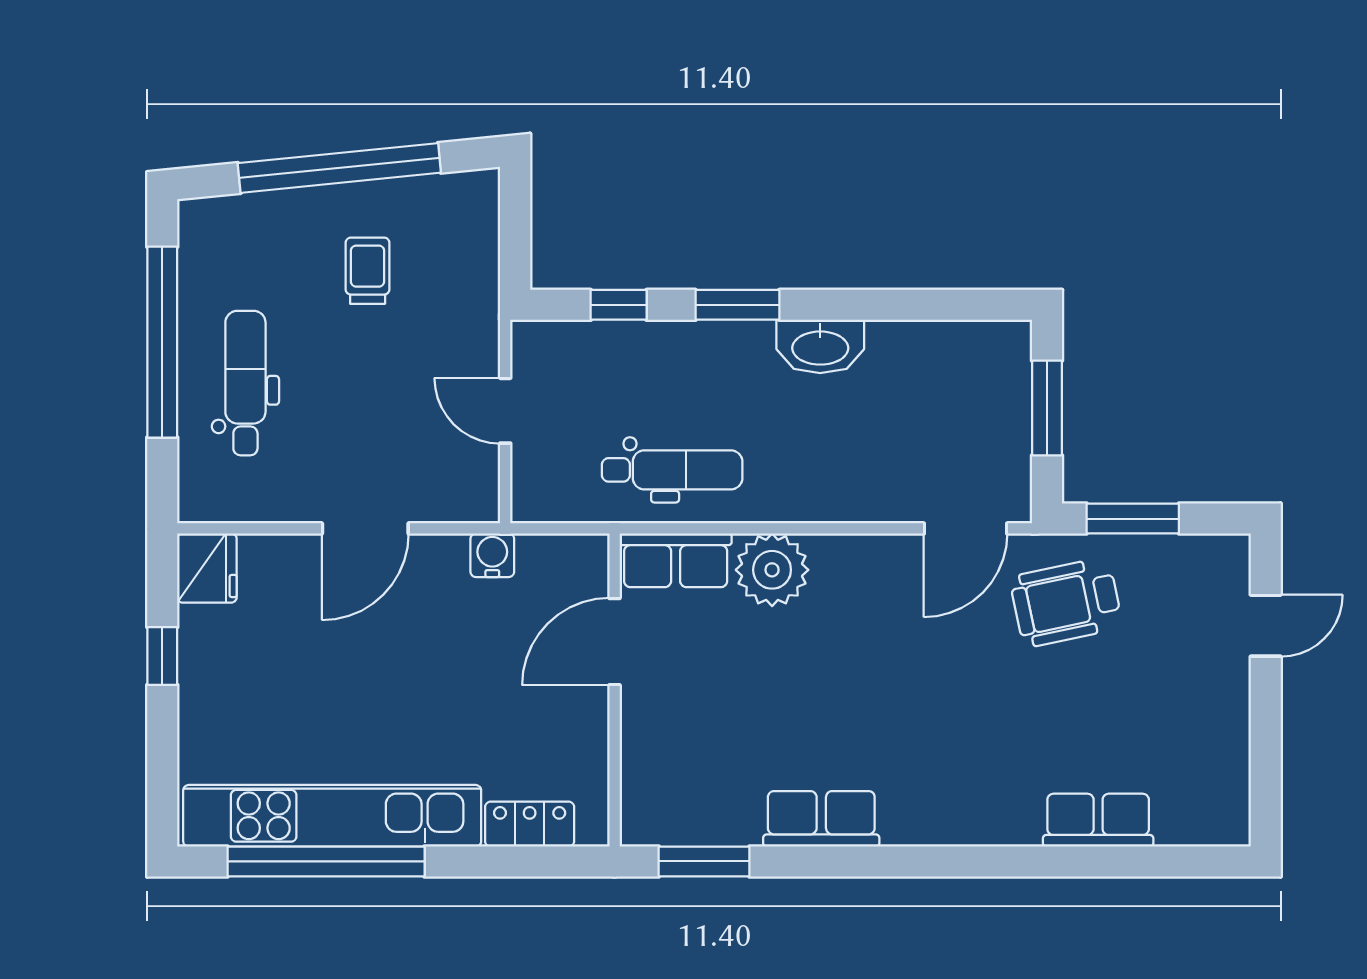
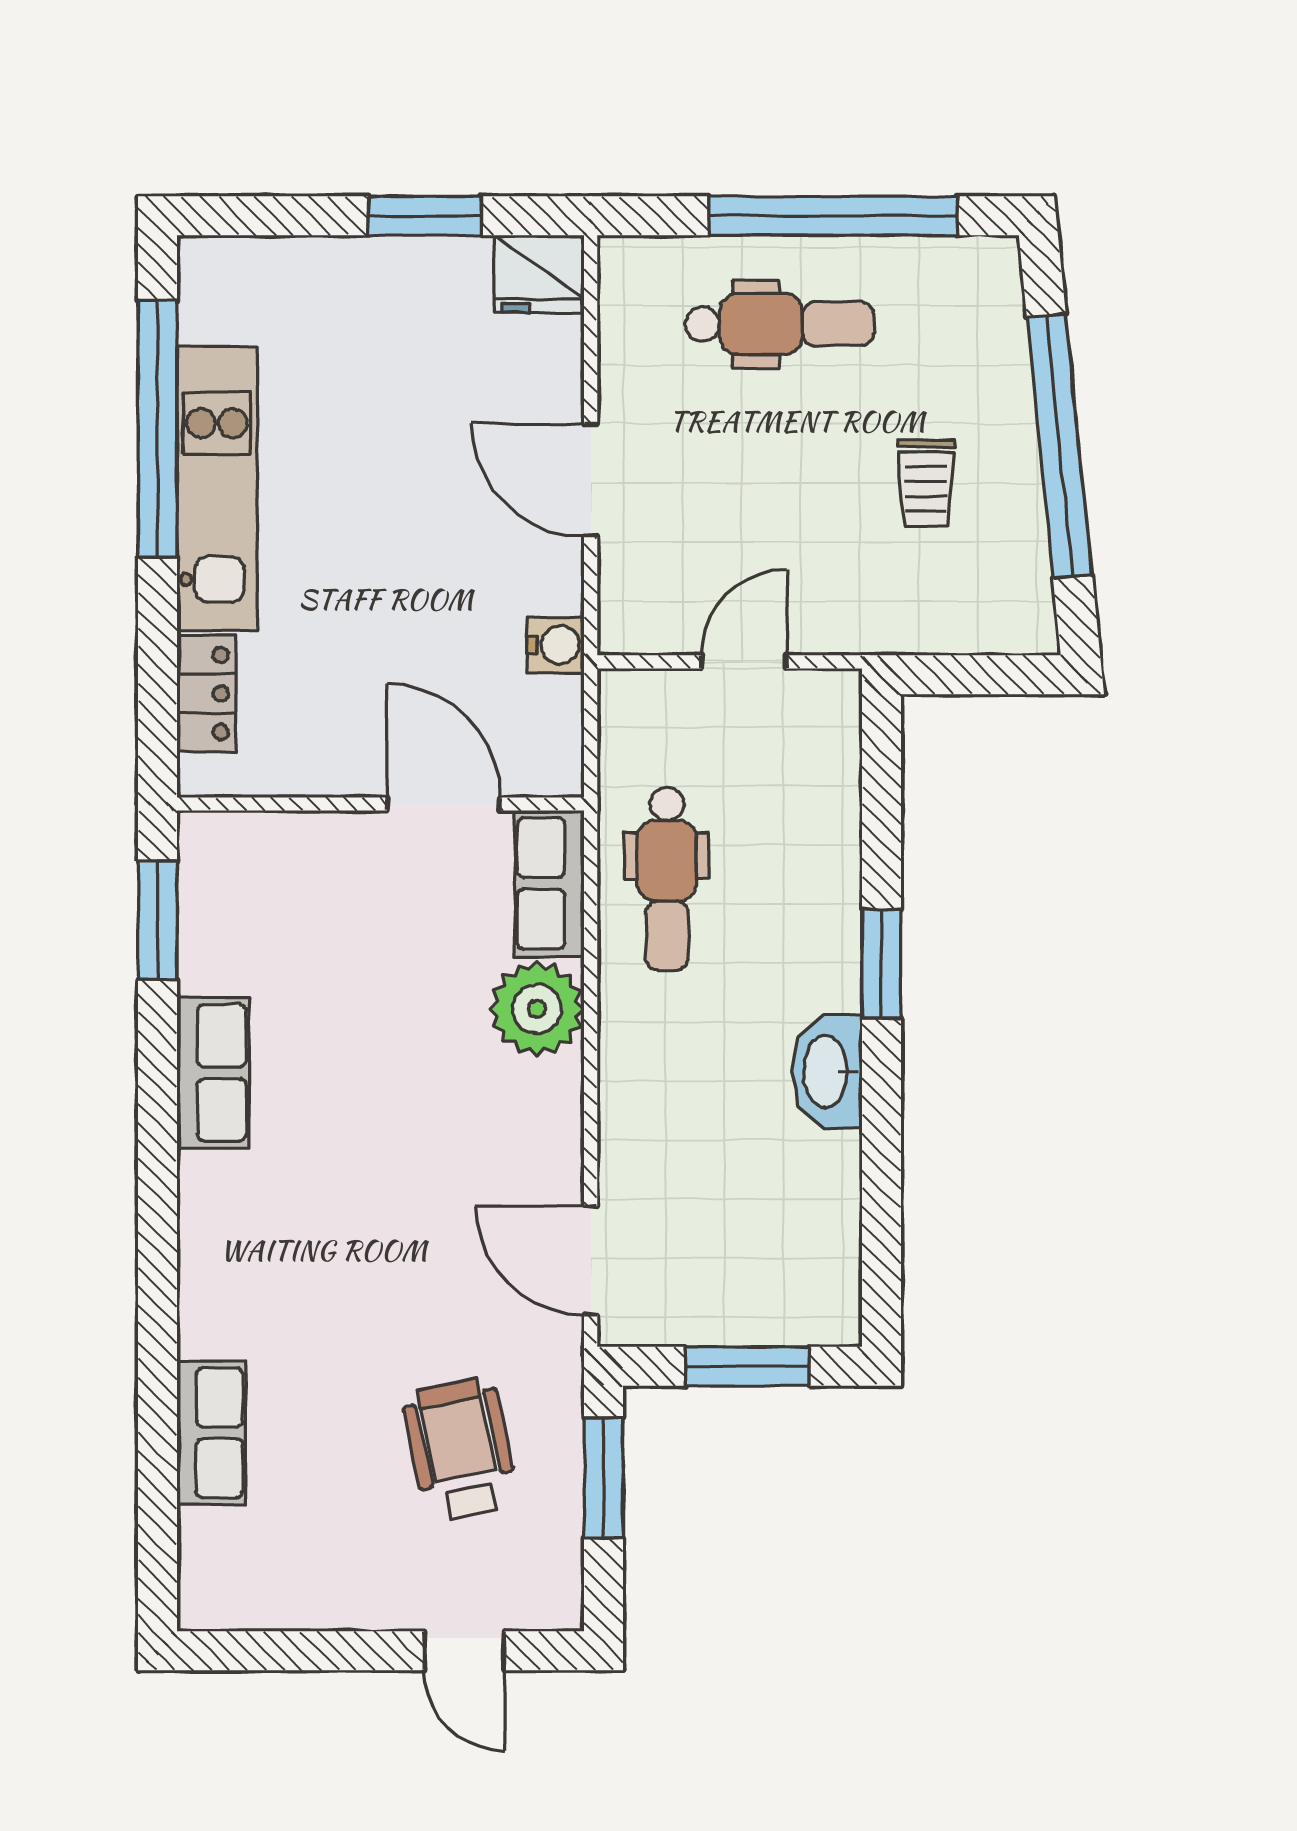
trolley: (368, 271) -> (926, 483), turned 90
window: (619, 305) -> (881, 809), removed
wheelchair: (1066, 602) -> (460, 1449), moved
window: (162, 656) -> (425, 216), width x1.50
kitchen unit: (332, 816) -> (217, 489), width x0.73

